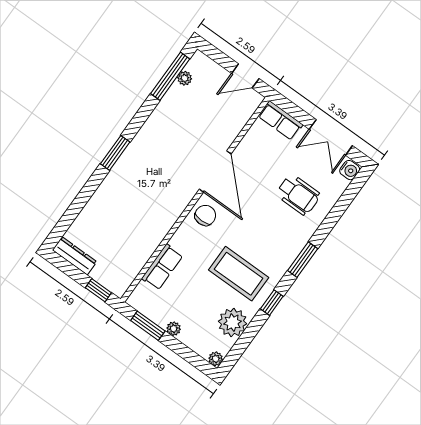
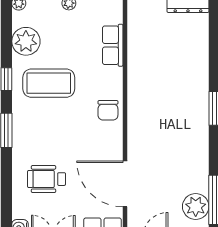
plant: (185, 78) -> (196, 207), width x1.88, depth x1.88
door: (215, 172) -> (125, 184), moved

